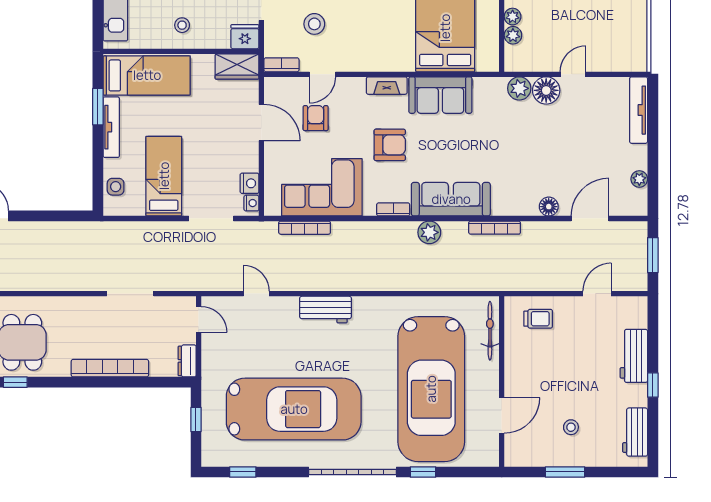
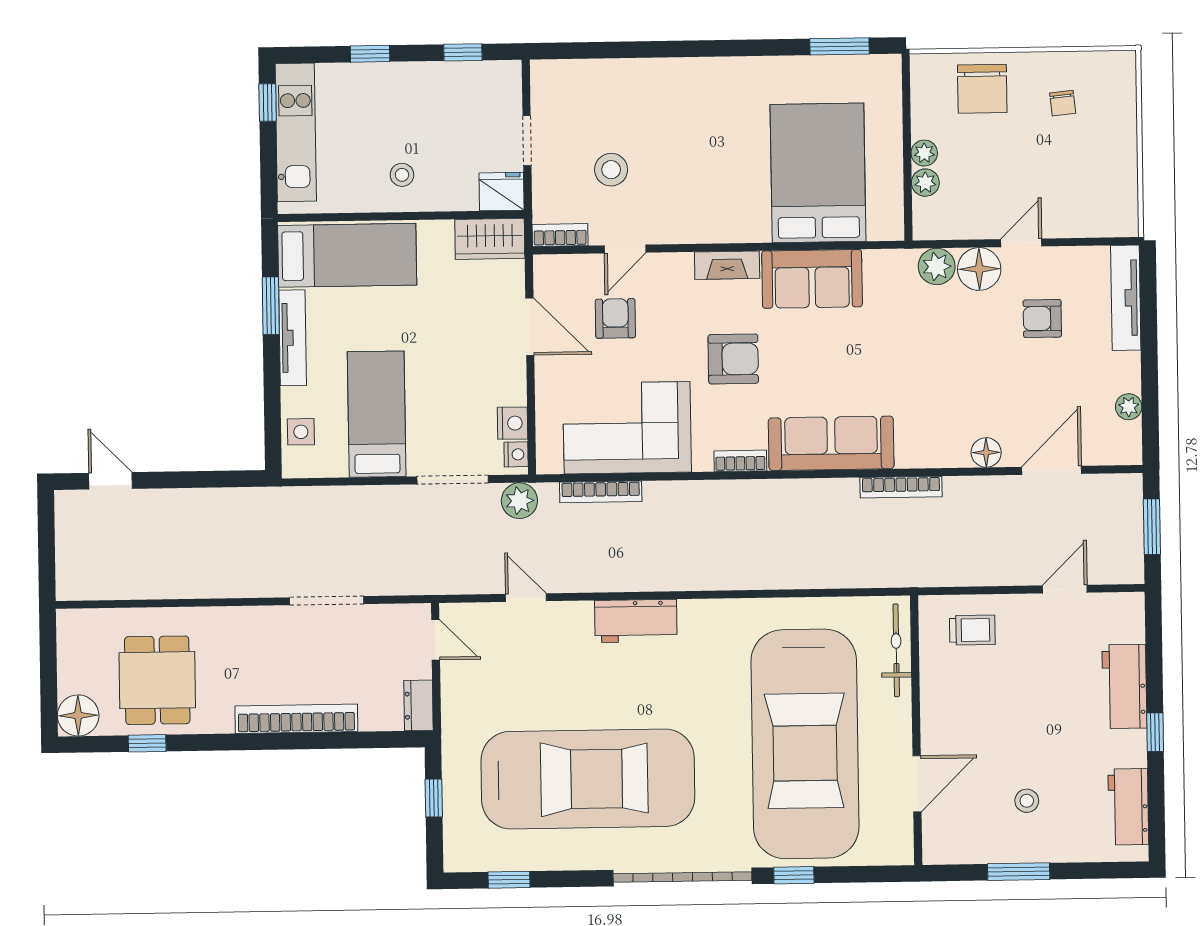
armchair: (586, 122) -> (1042, 318), added
plant: (429, 232) -> (519, 501), moved

